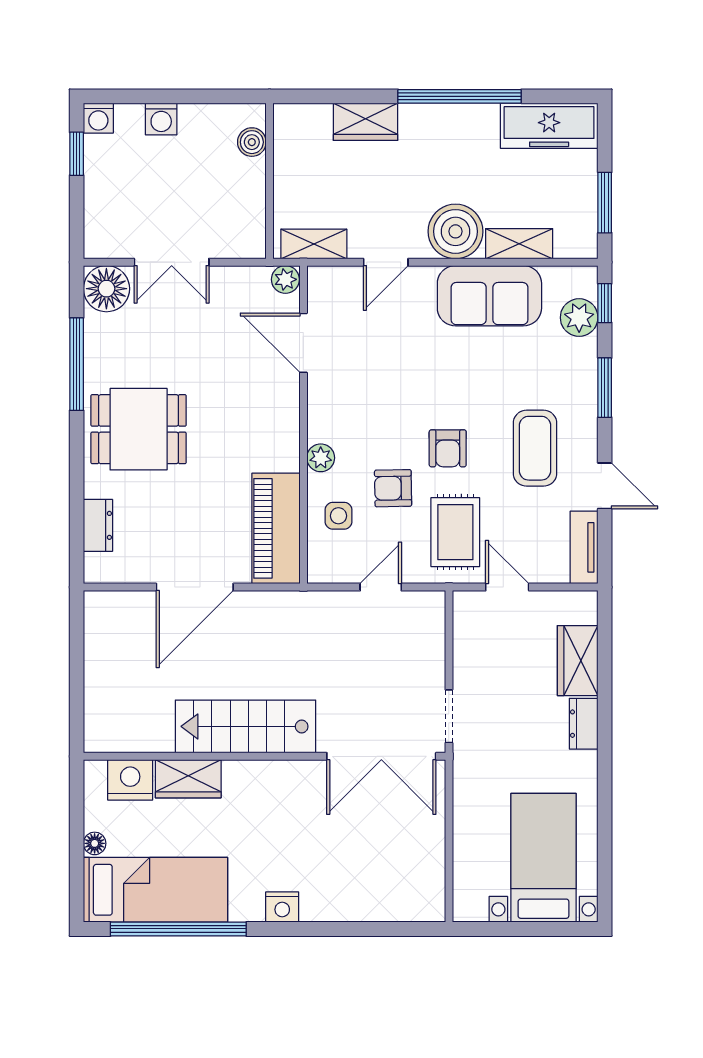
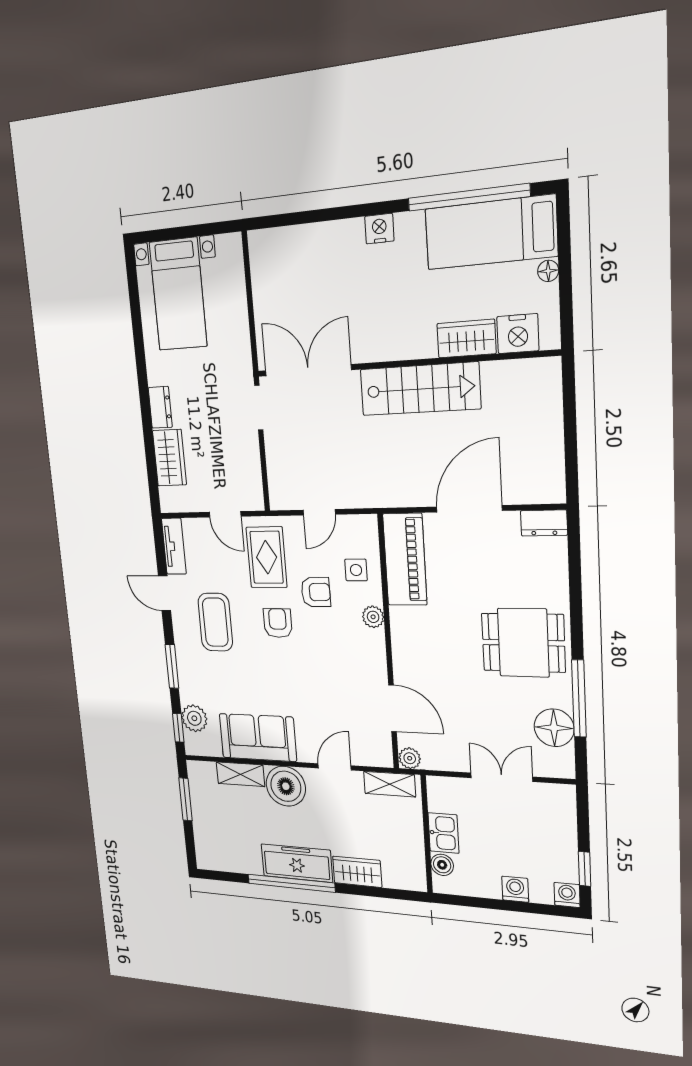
freezer: (549, 126) -> (297, 863), moved
kitchen sink: (248, 185) -> (443, 833), added
floor lamp: (106, 289) -> (554, 728), moved
dresser: (98, 525) -> (544, 523), moved, turned -90

